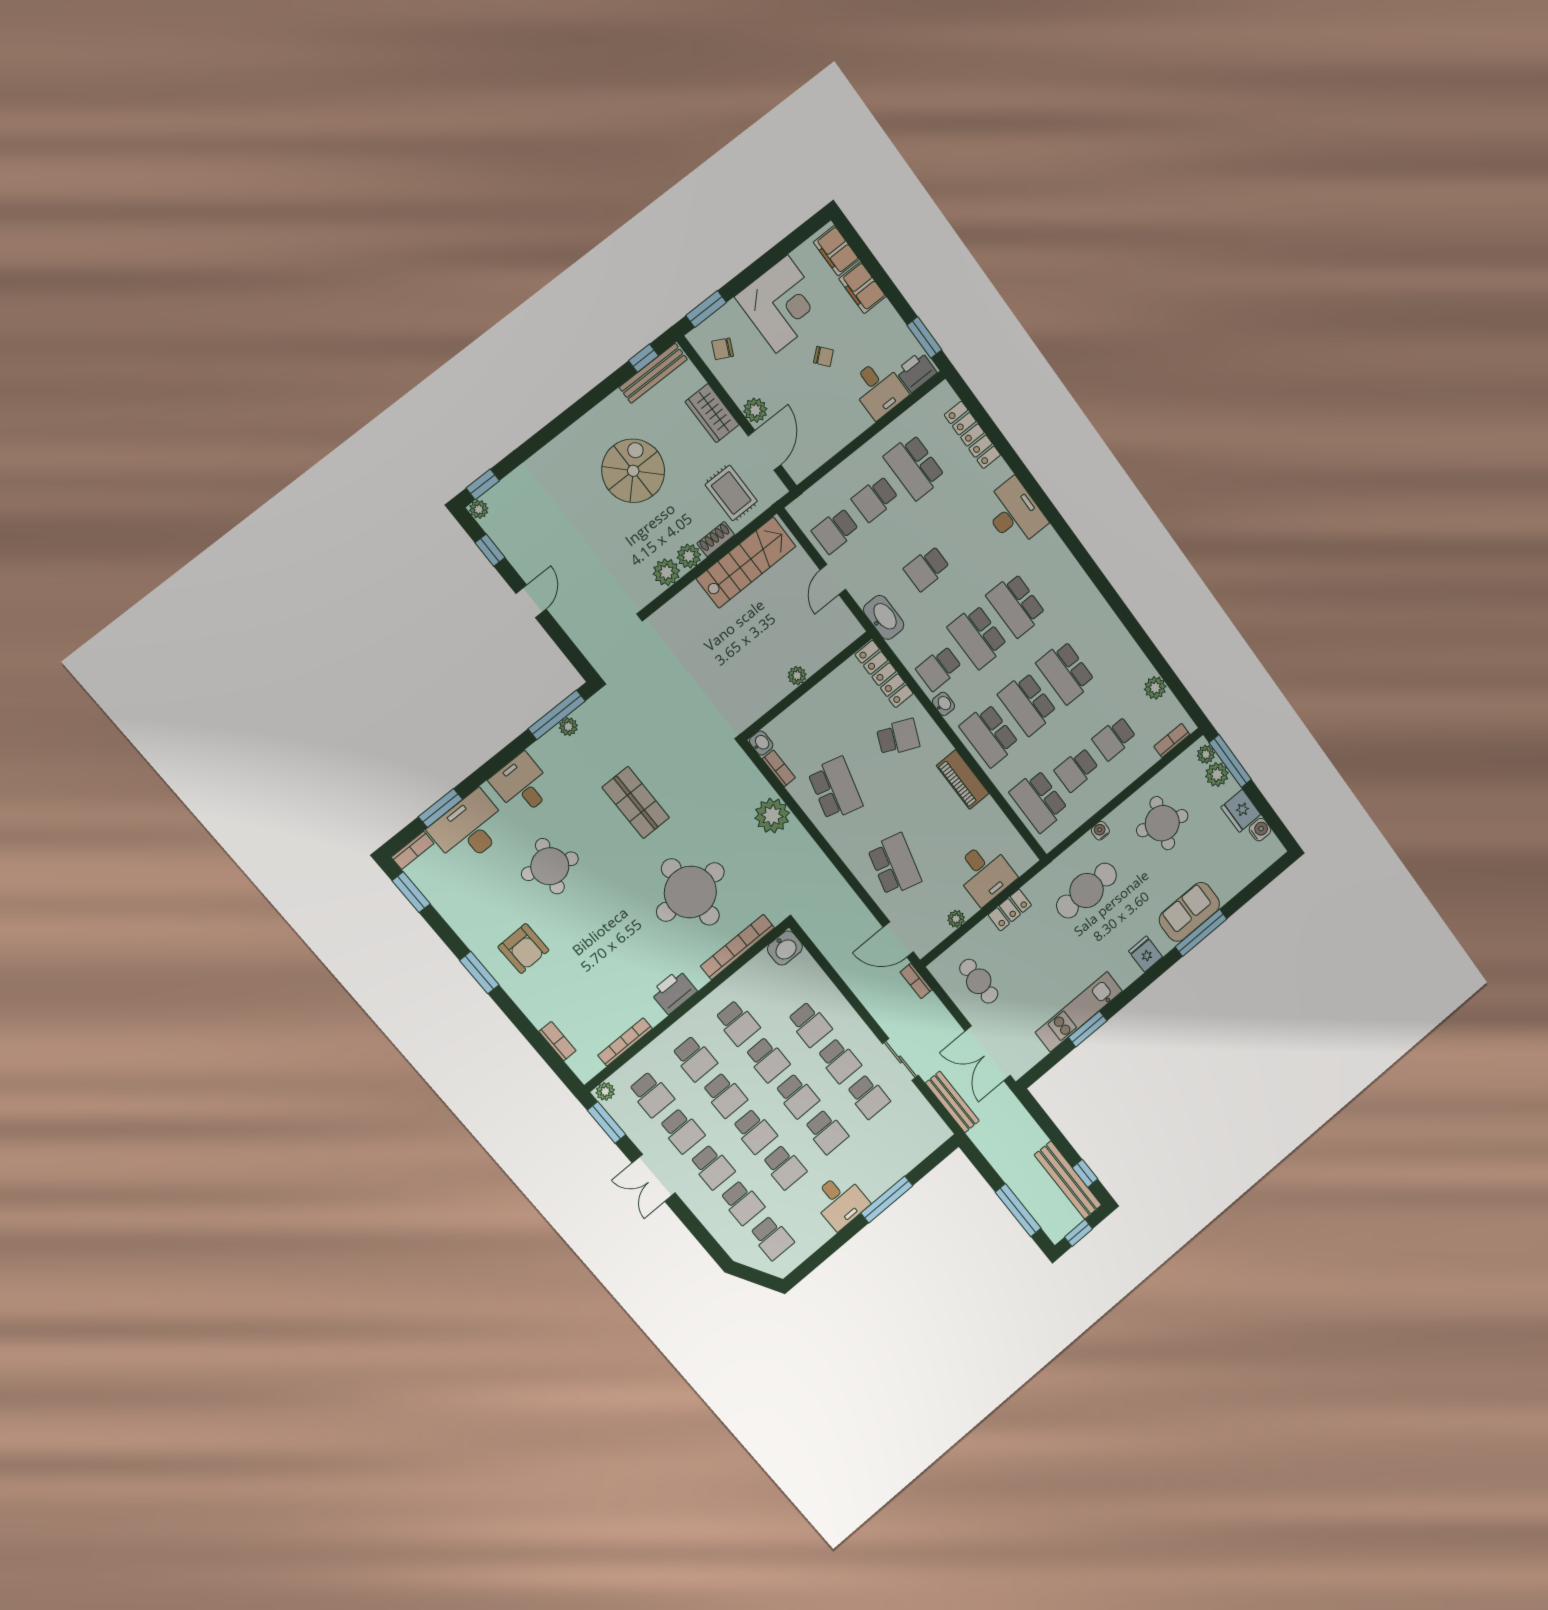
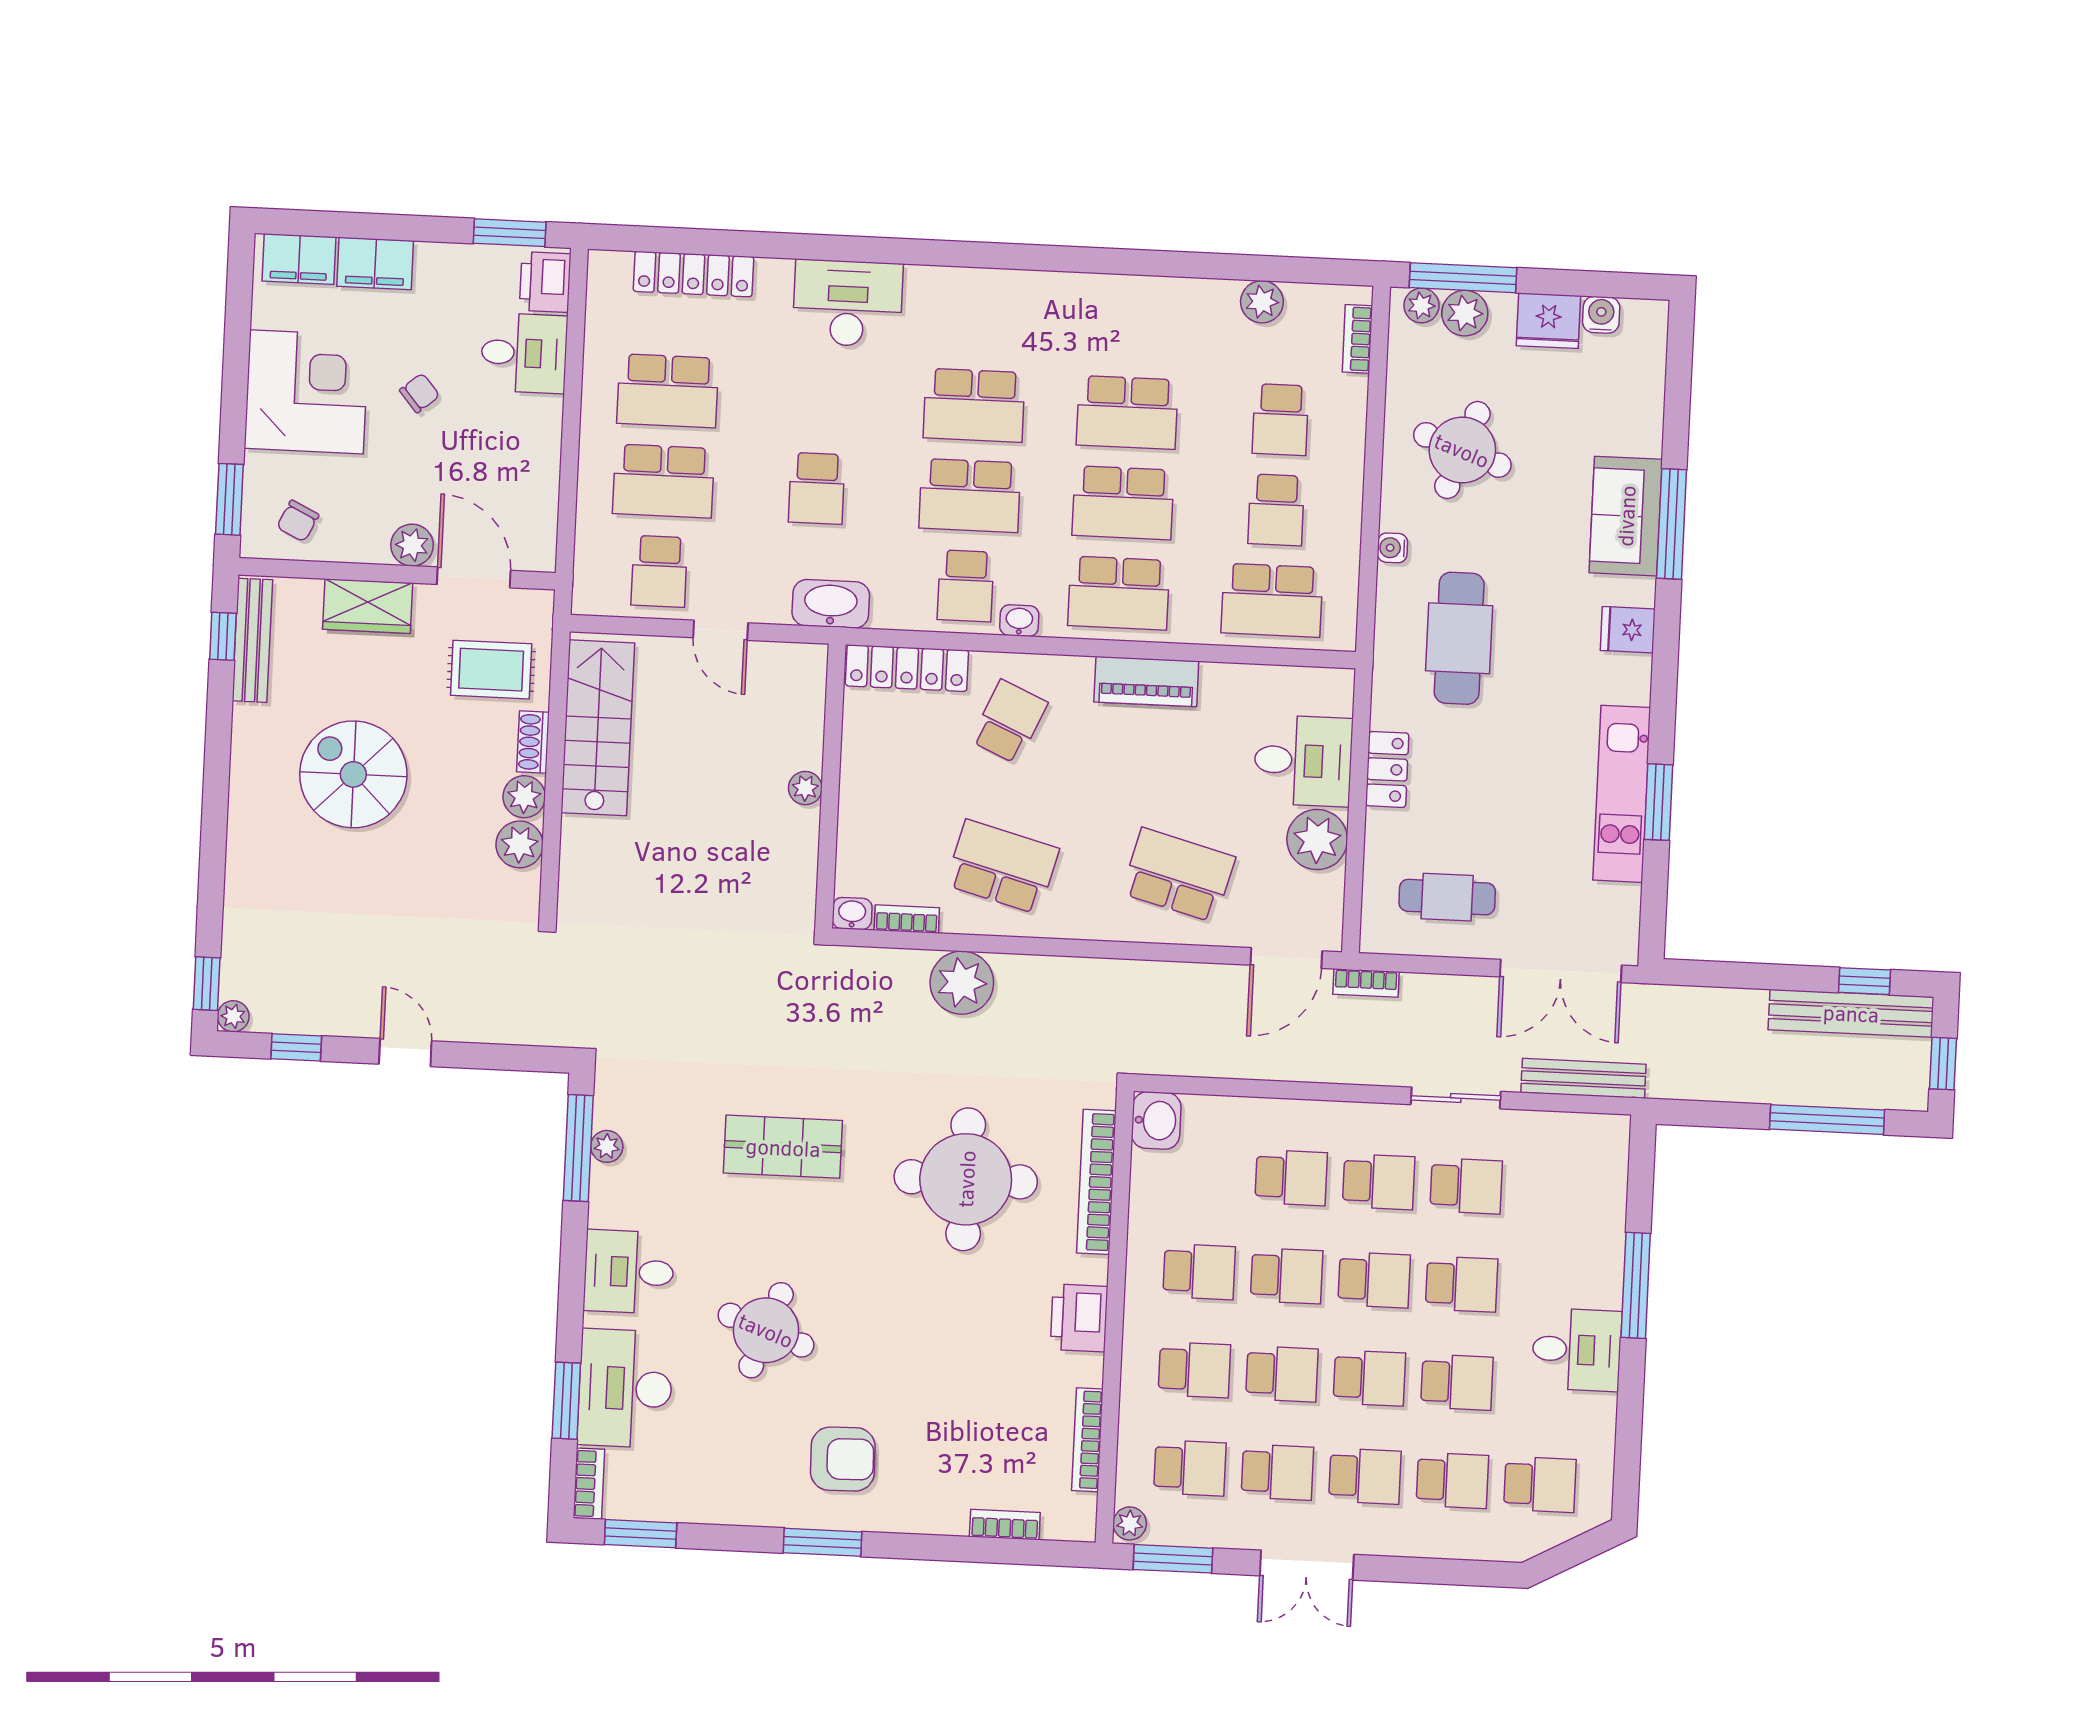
school desk: (875, 499) -> (663, 481), width x1.85
plant: (956, 919) -> (1317, 840), width x1.87, depth x1.87

